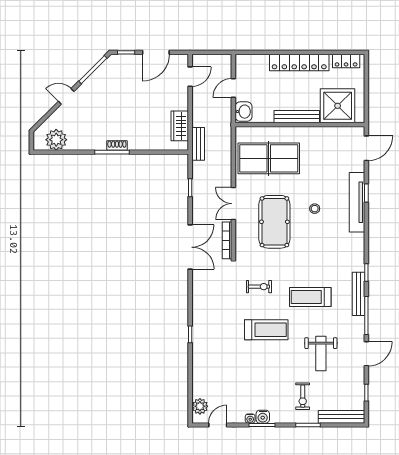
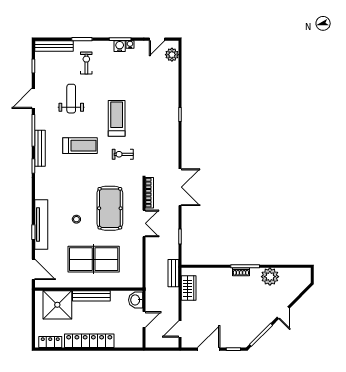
door: (66, 96) -> (283, 313), hinge flipped
plant: (56, 140) -> (270, 277), moved
door: (366, 148) -> (33, 269), swing flipped
table tennis table: (269, 158) -> (94, 259), moved
double door: (190, 247) -> (180, 187), swing flipped
treadmill: (266, 330) -> (117, 118), turned 90

